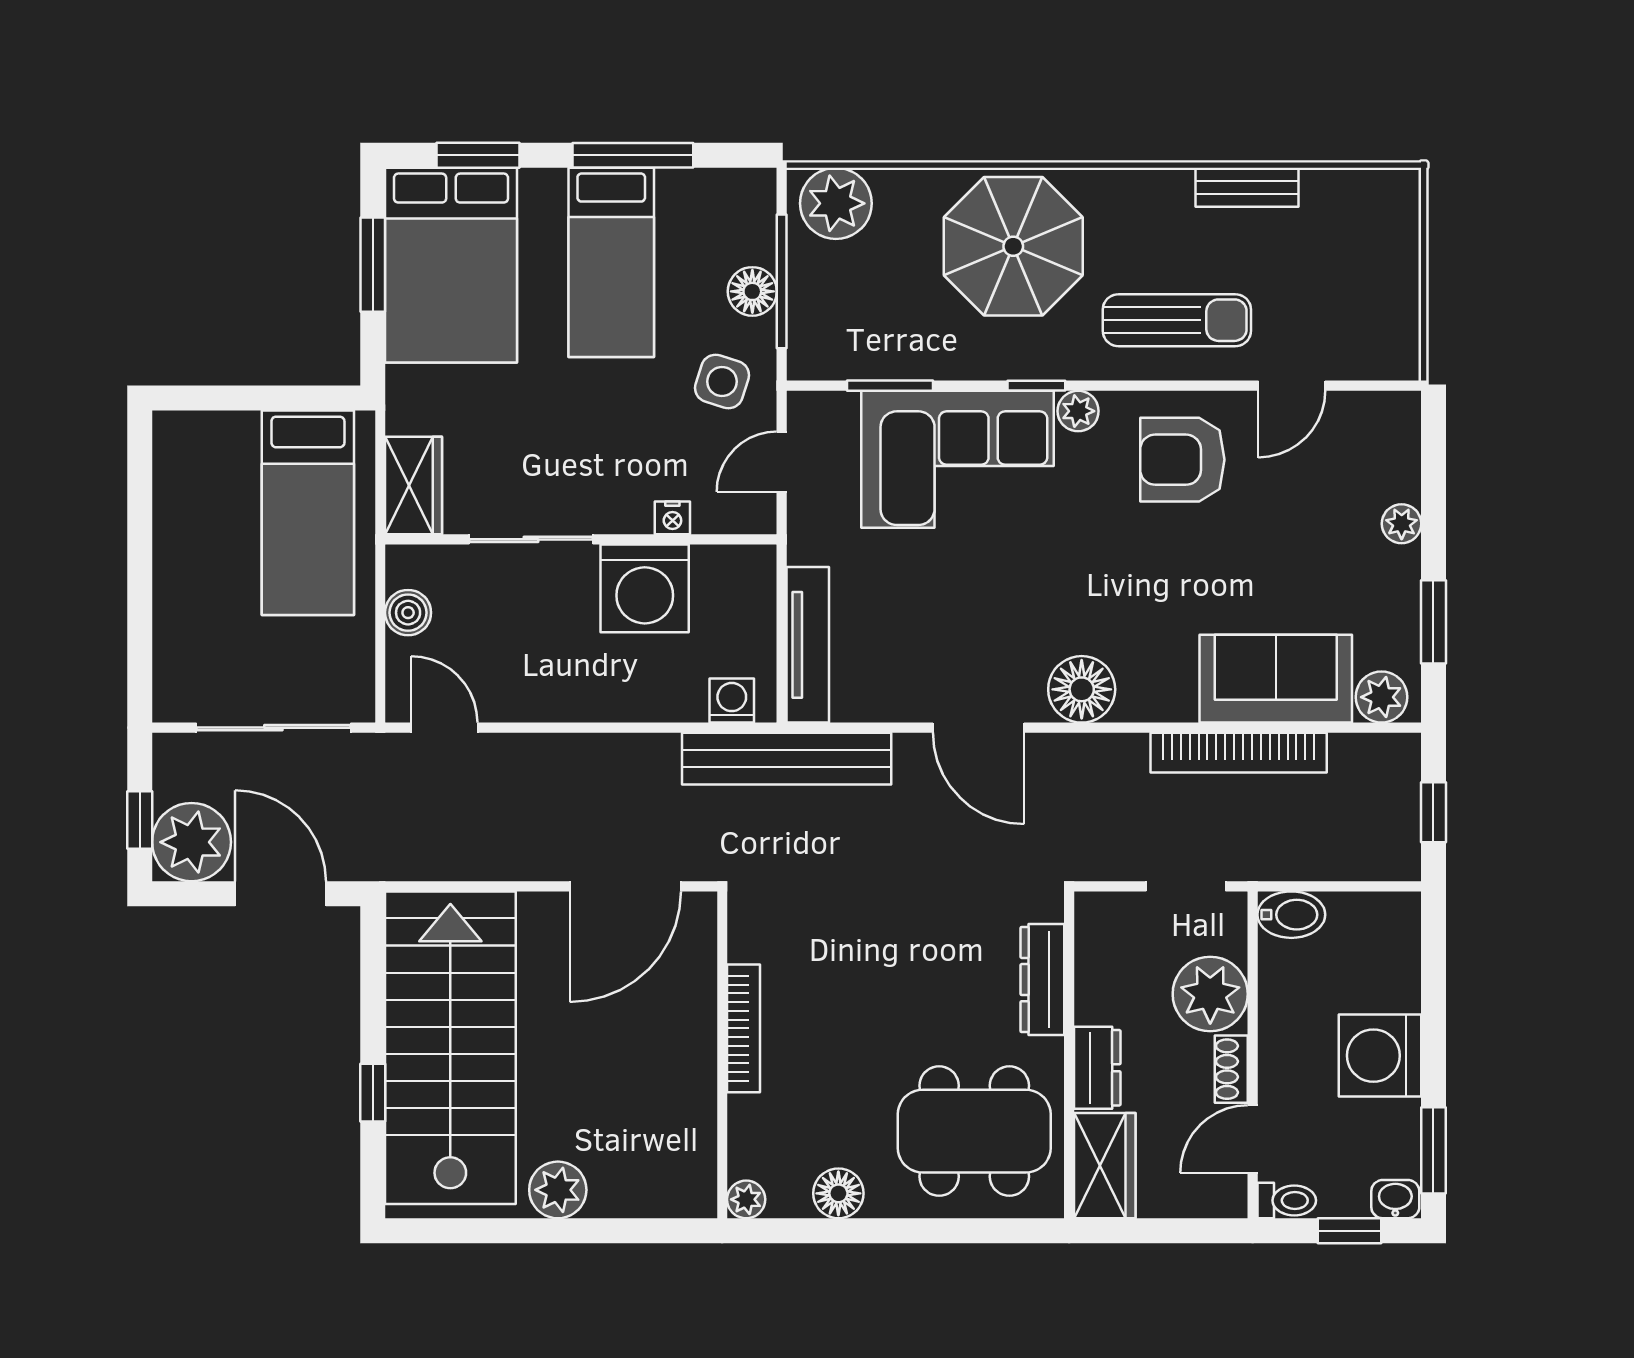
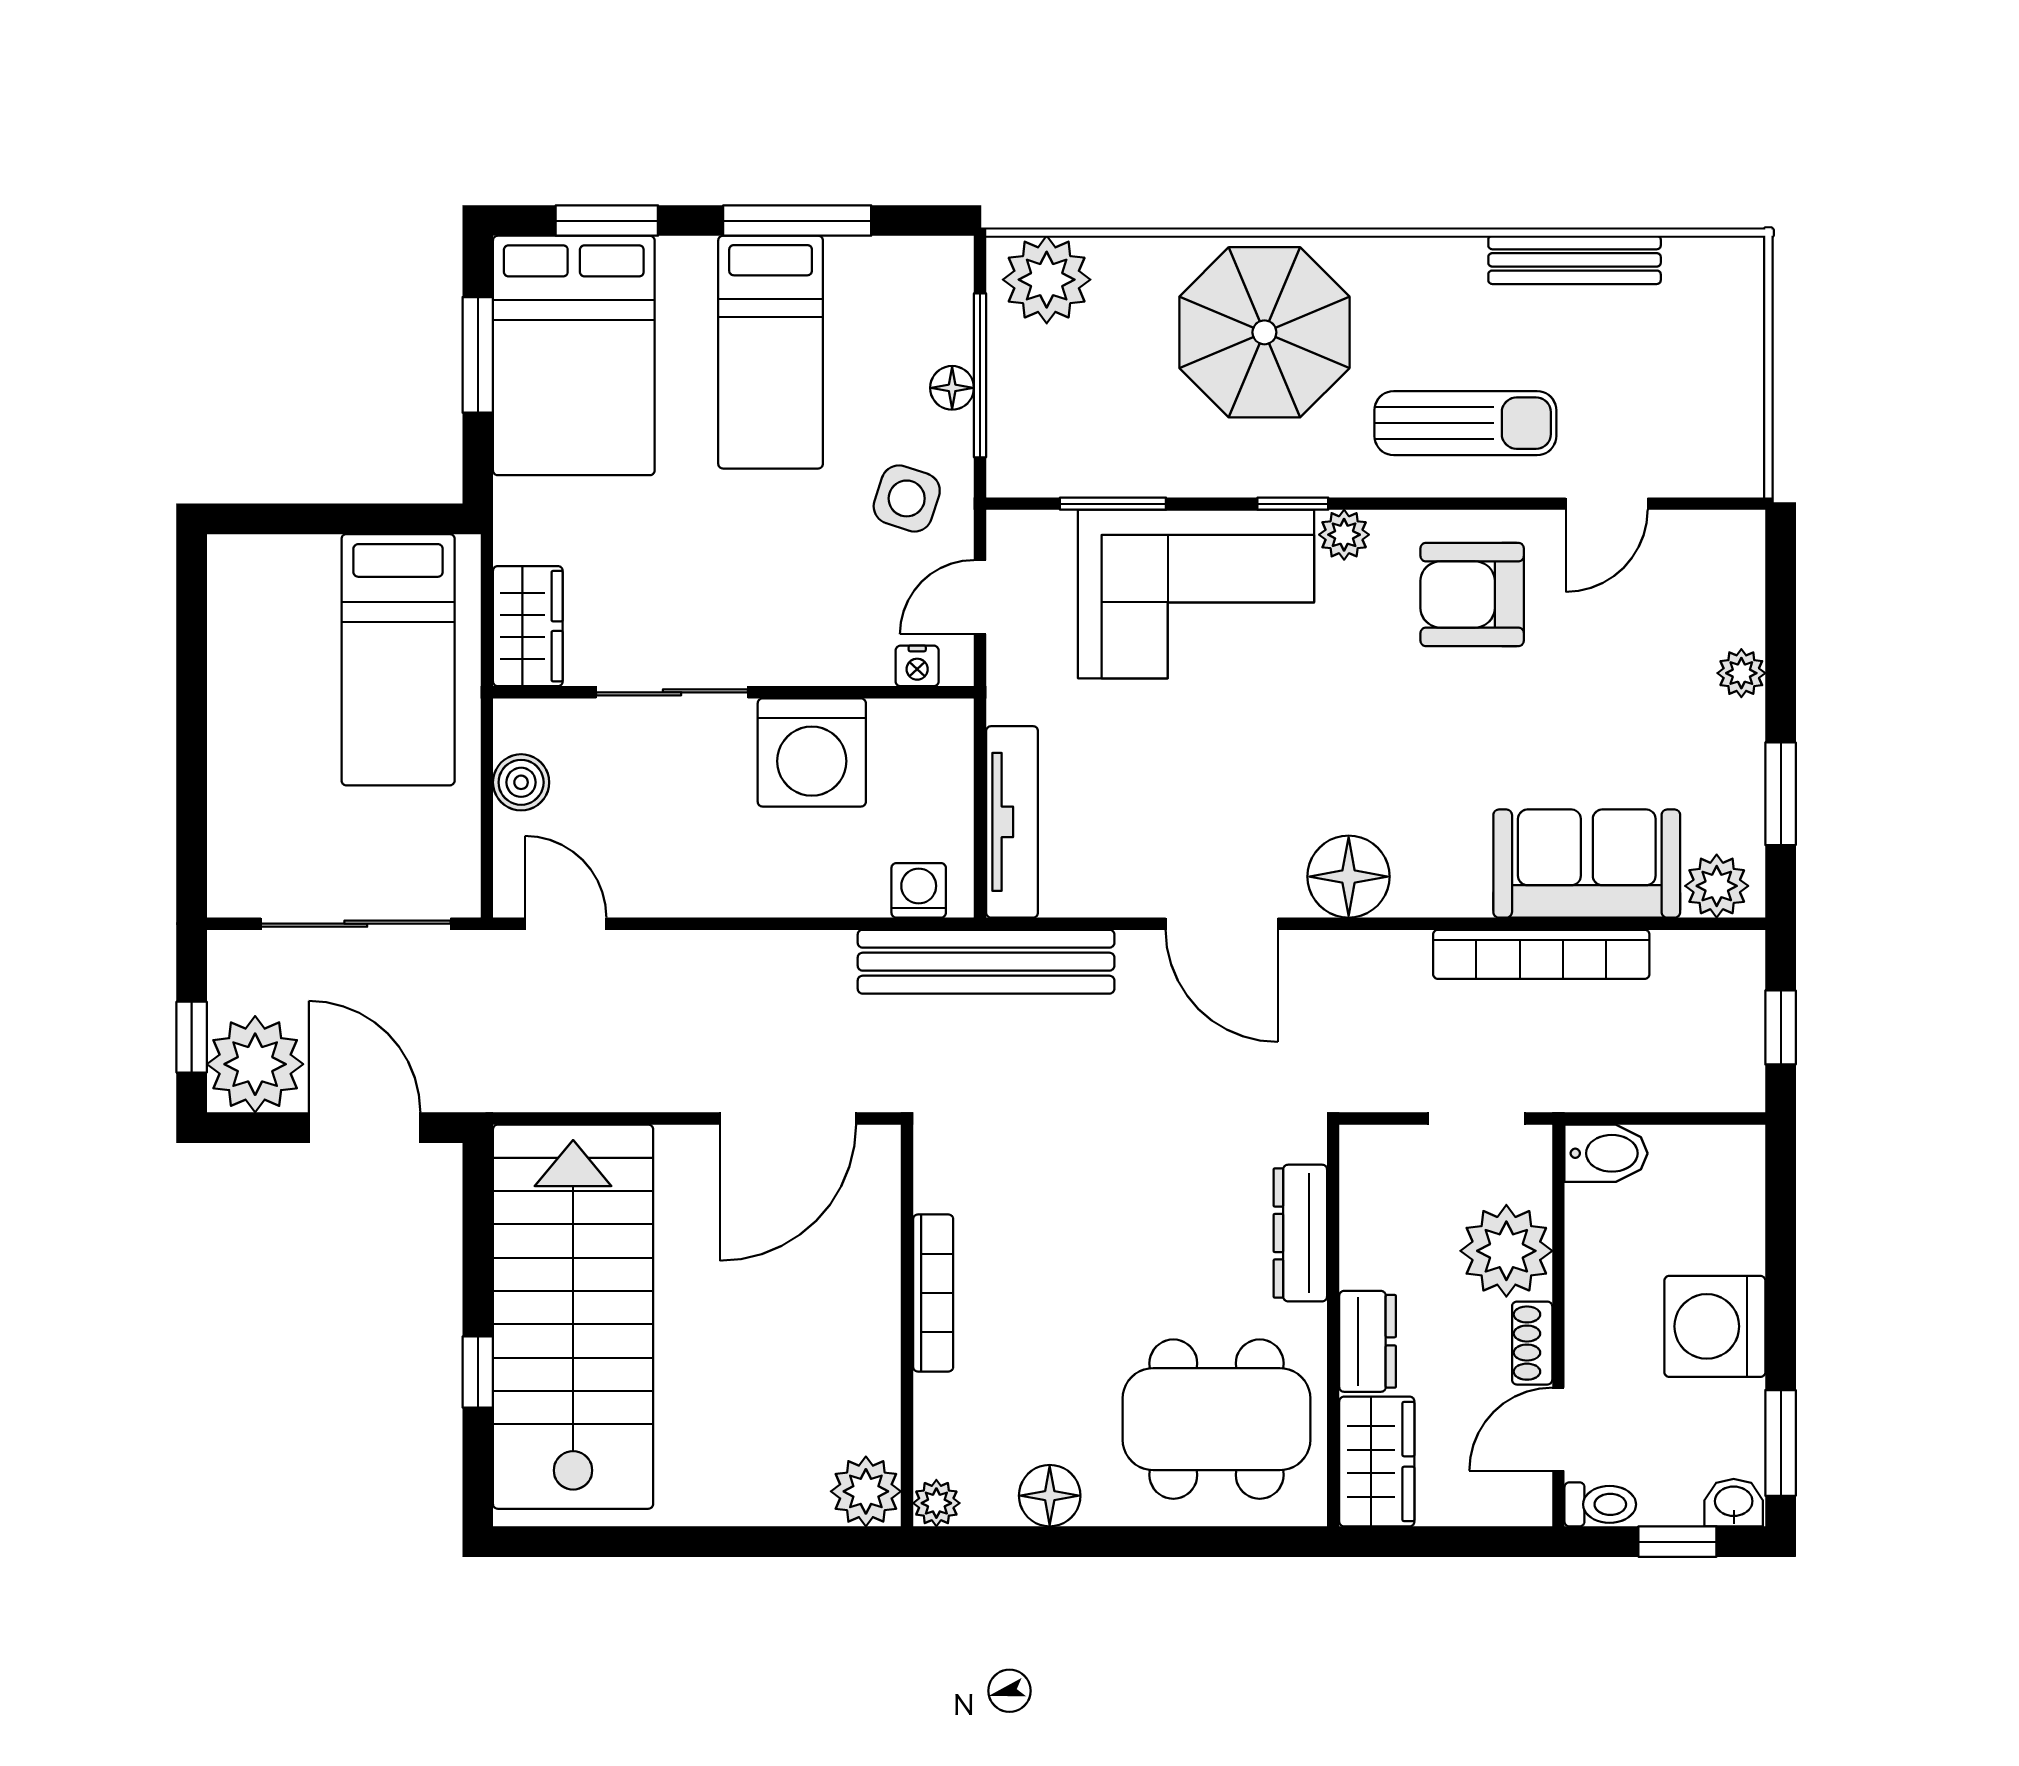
bench: (1247, 187) -> (1575, 260), width x1.36
floor lamp: (752, 291) -> (952, 388), width x0.73, depth x0.73
nightstand: (672, 518) -> (917, 666), moved
plant: (558, 1190) -> (866, 1491), moved

